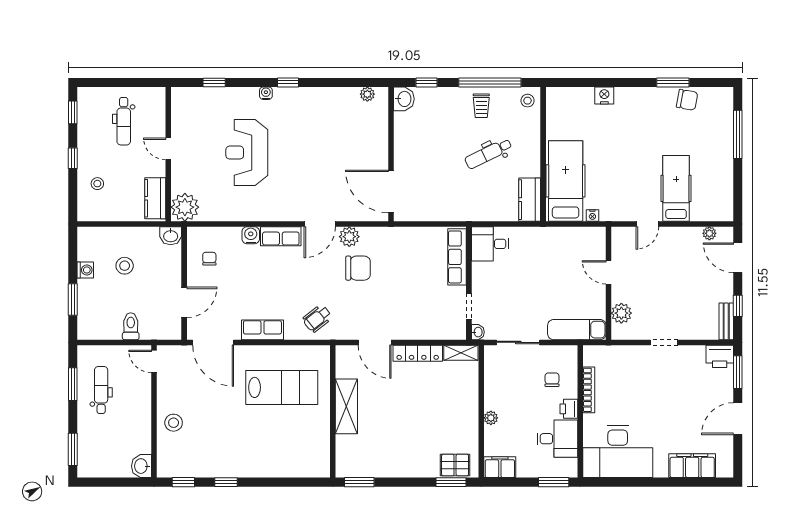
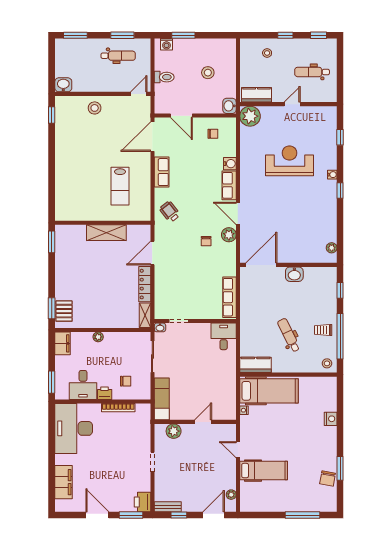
washbasin: (404, 99) -> (294, 274), moved
row of seats: (457, 257) -> (229, 297), moved, turned -90
chair: (358, 268) -> (206, 241), width x0.54, depth x0.54
washing machine: (85, 270) -> (167, 44), moved
lab bench: (282, 387) -> (120, 186), width x0.73, depth x0.72
window: (226, 482) -> (52, 146), removed

